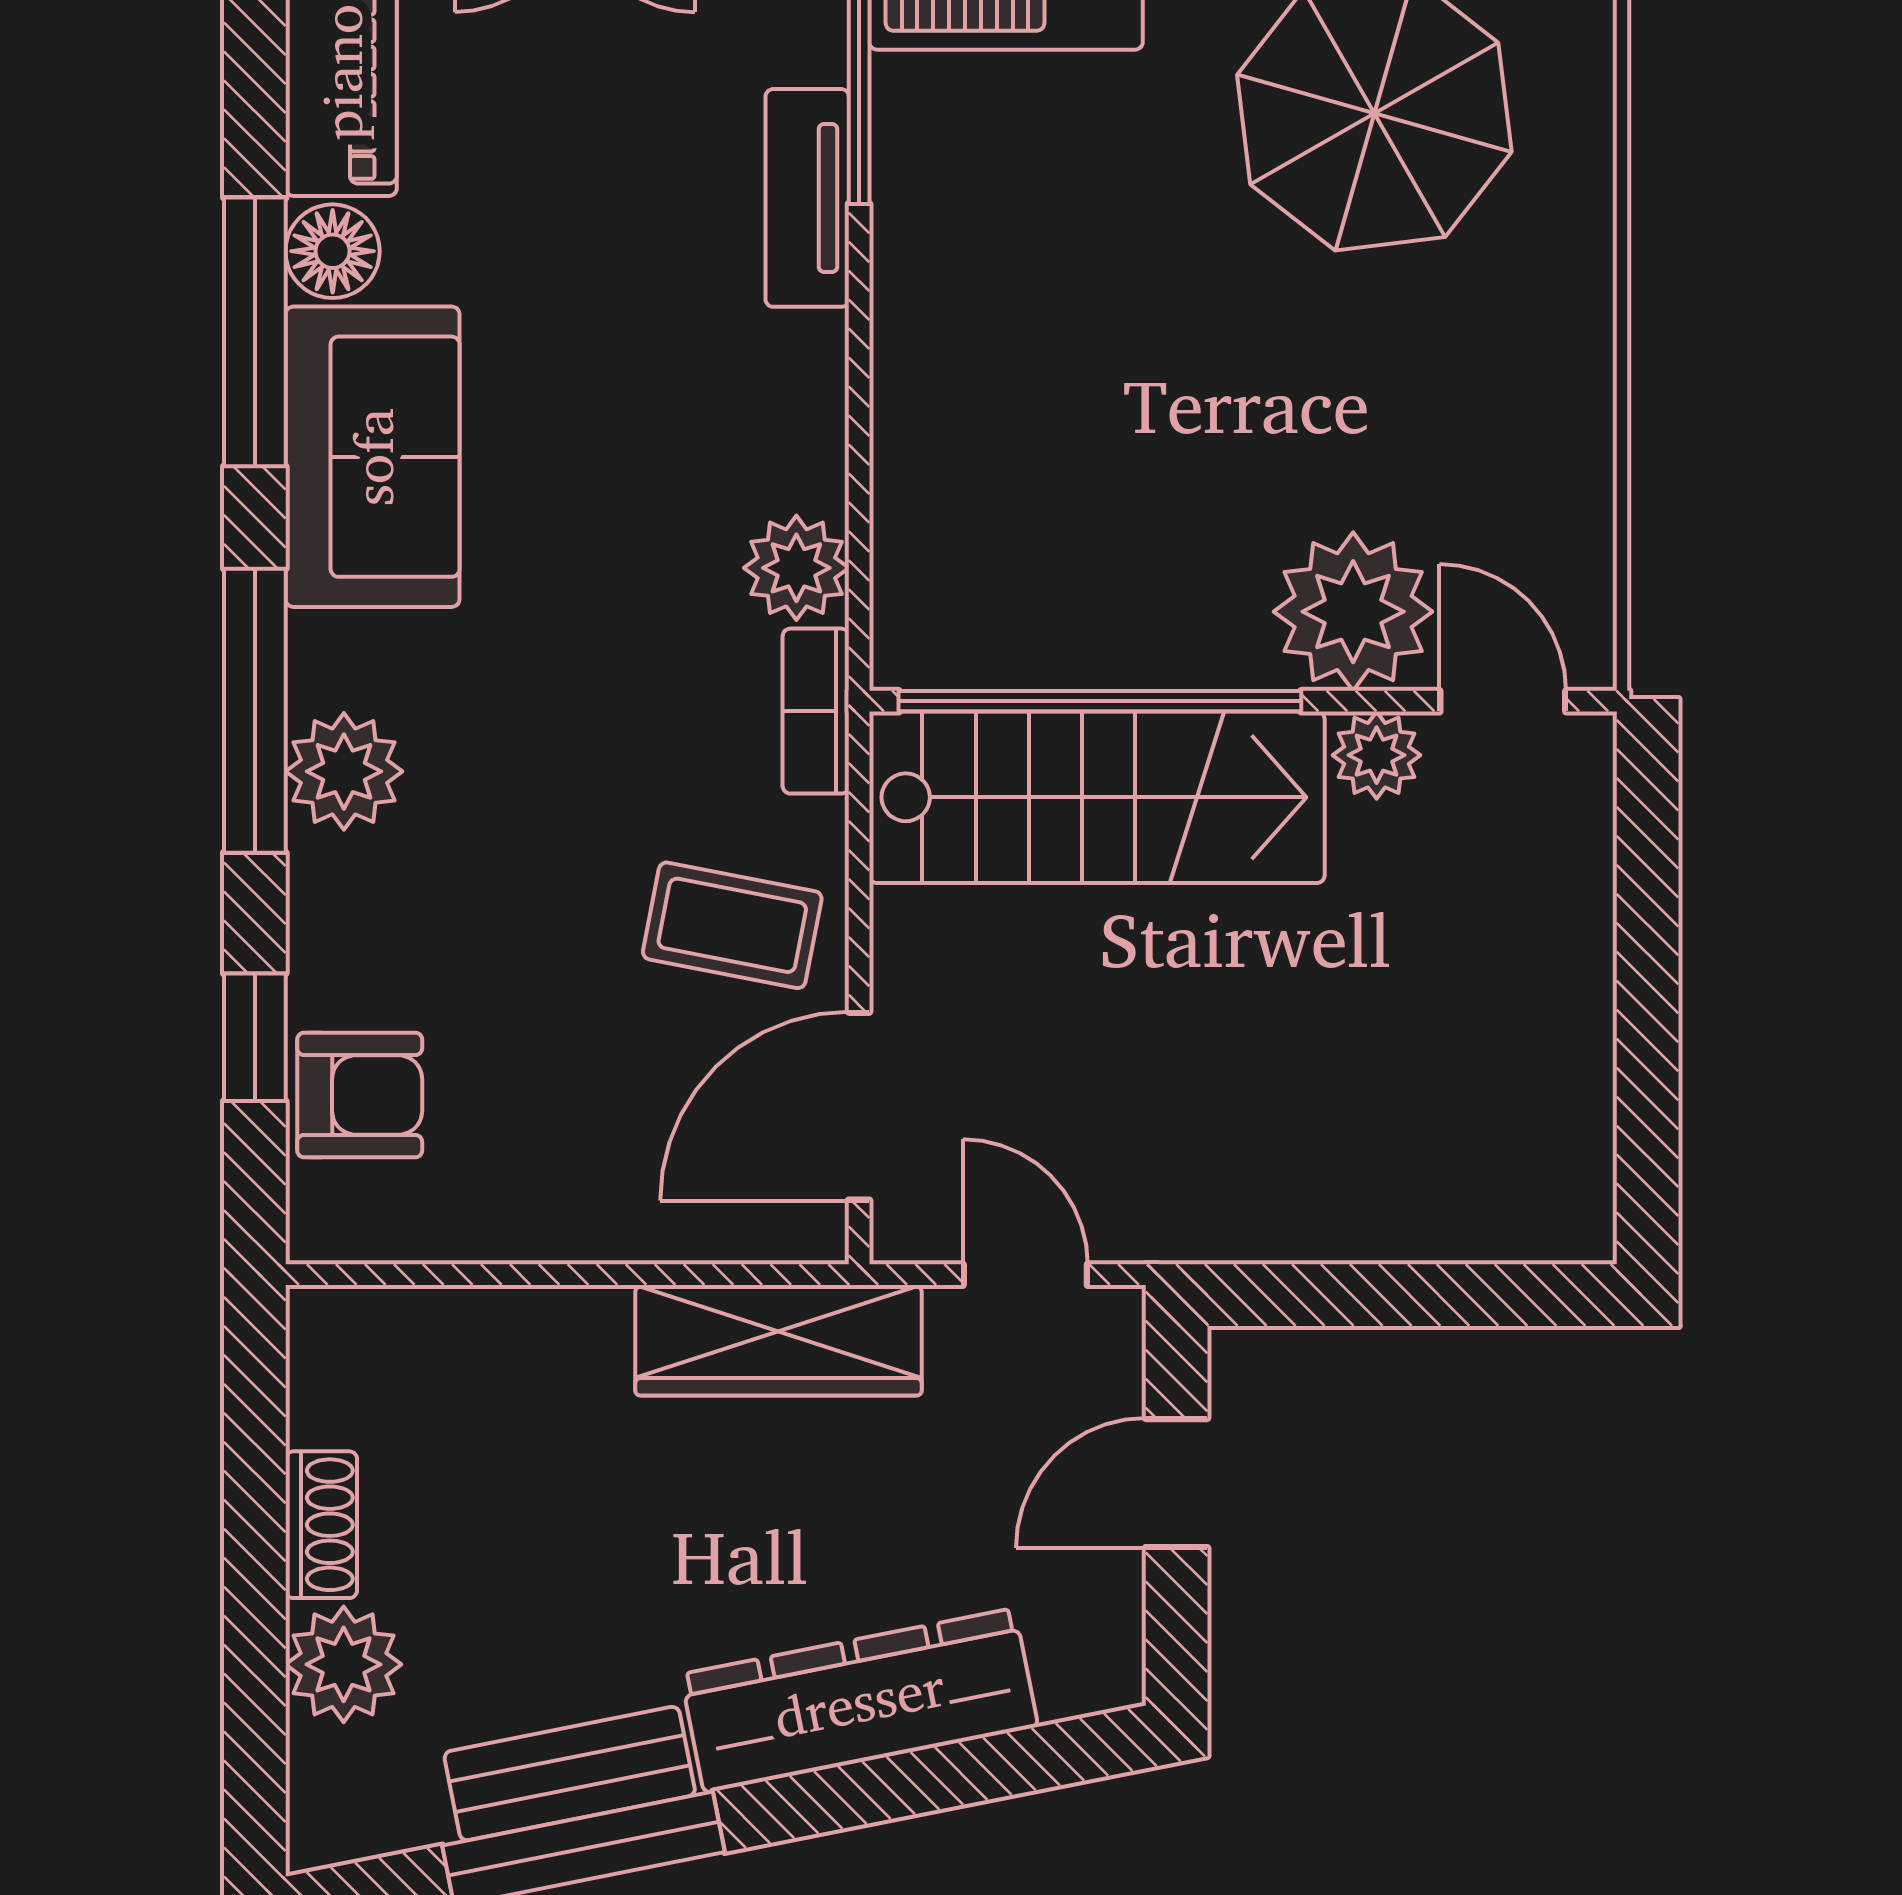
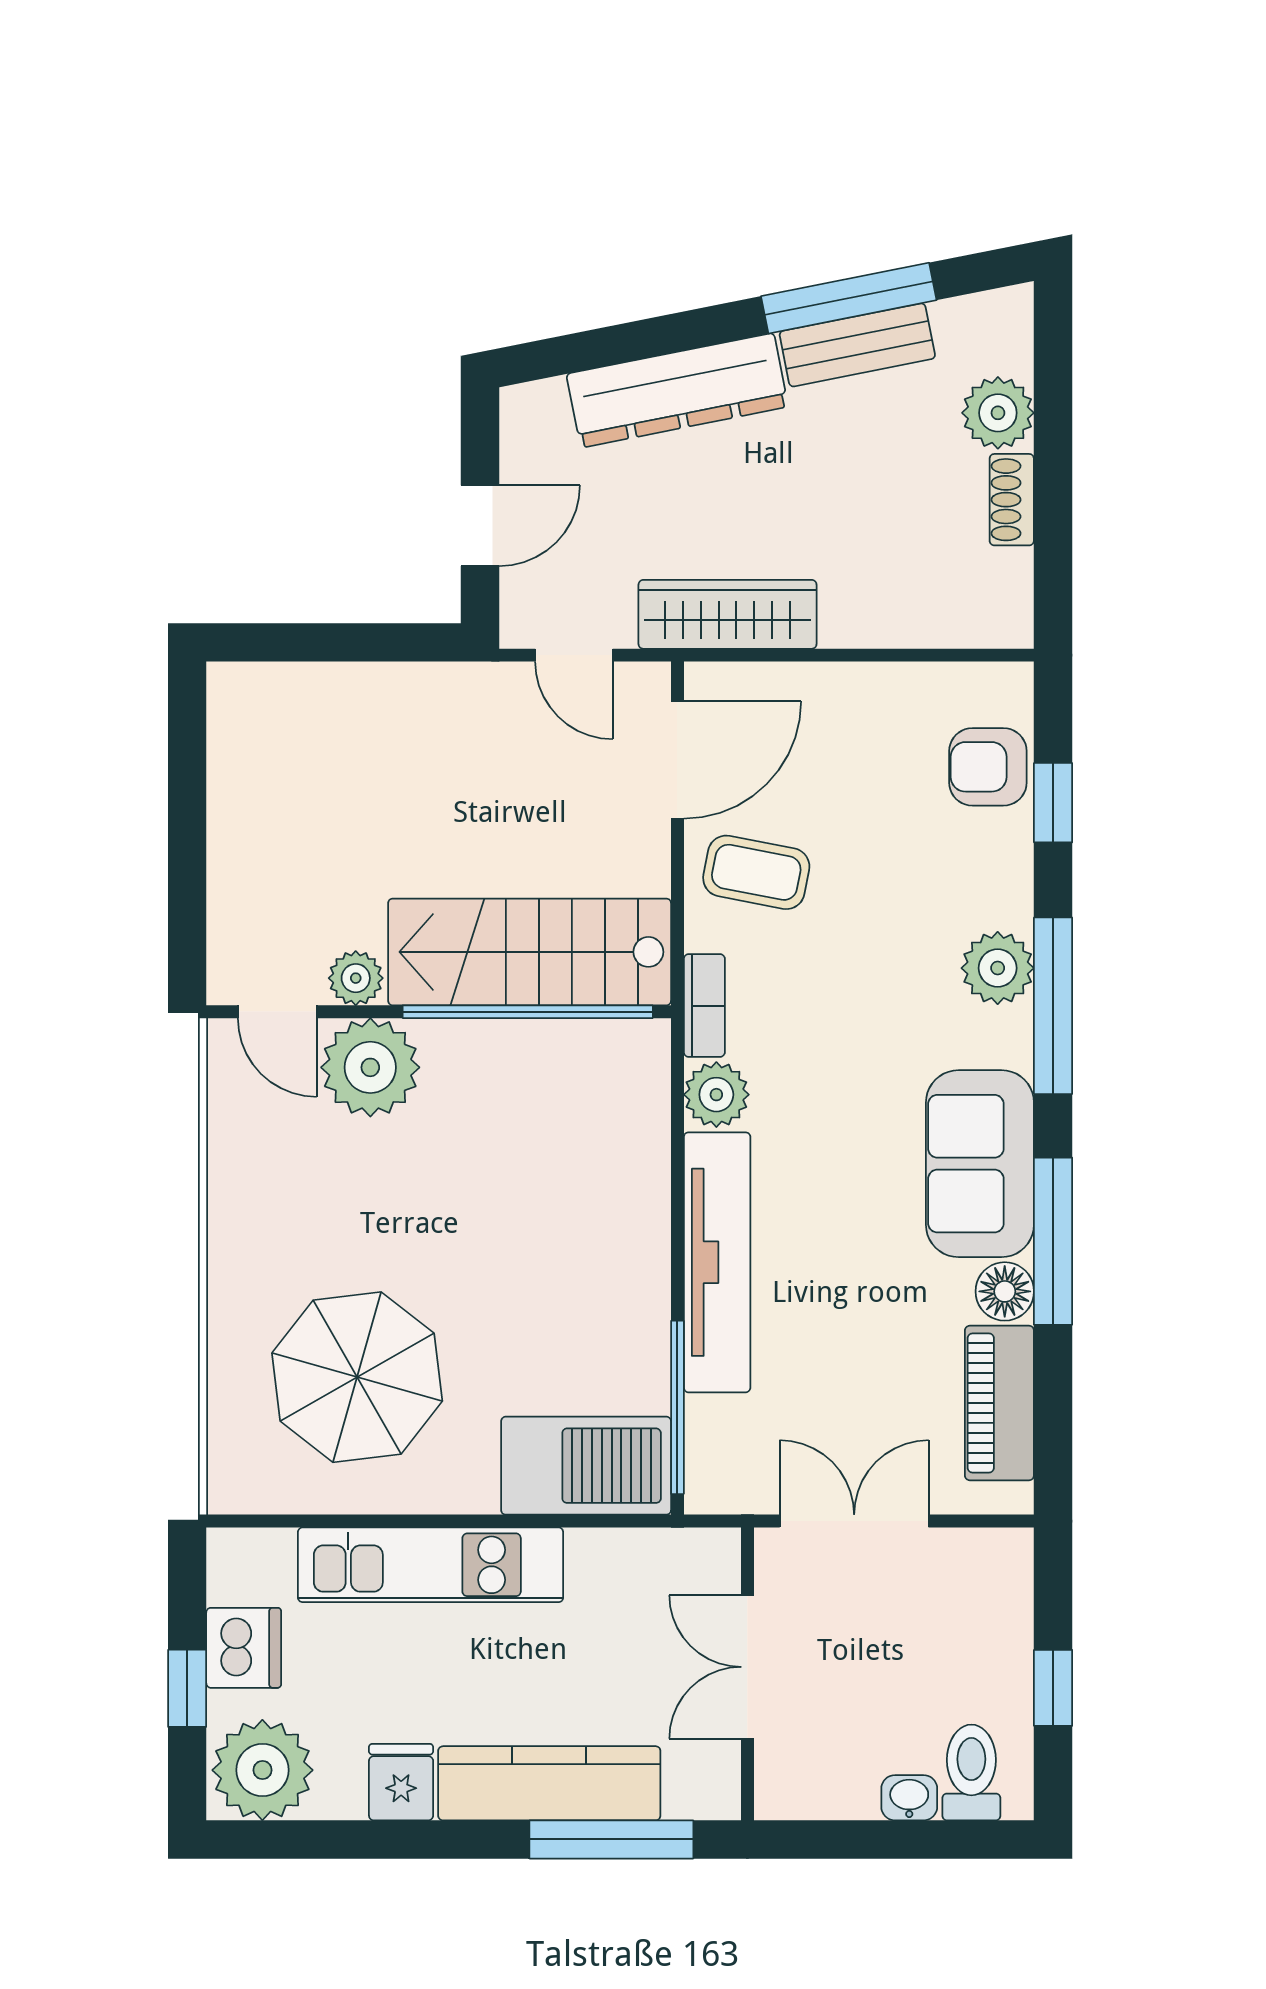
tv unit: (807, 198) -> (717, 1262), width x1.92, depth x1.29

